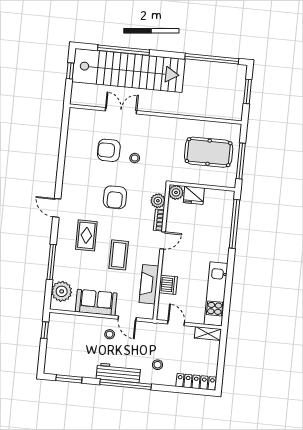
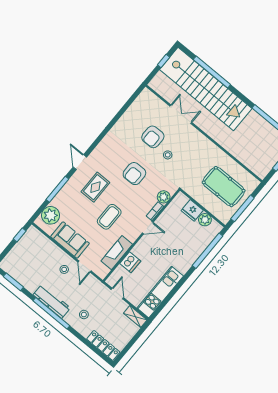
armchair: (109, 150) -> (153, 137), turned -90
plant: (176, 192) -> (205, 220), moved
door: (57, 208) -> (80, 162), moved

